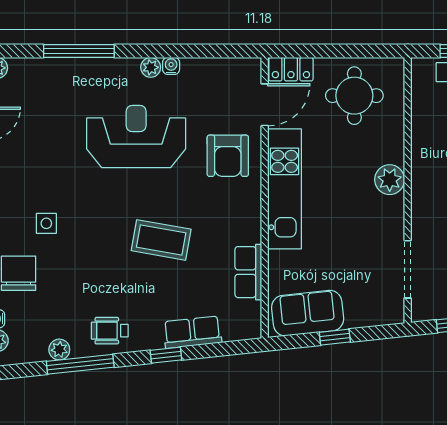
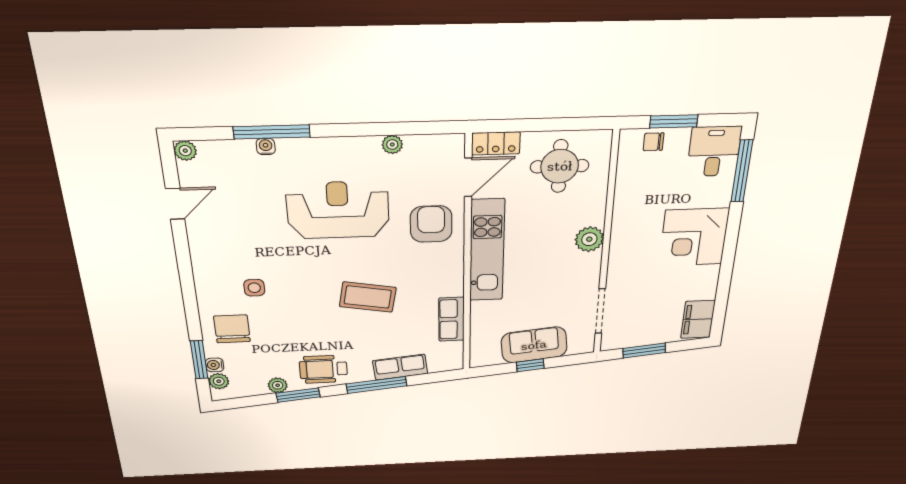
water cooler: (171, 66) -> (266, 146), moved
plant: (151, 67) -> (392, 145), moved
armchair: (228, 156) -> (431, 224), turned 180
sofa: (308, 313) -> (534, 345), moved
wheelchair: (110, 331) -> (323, 369), width x1.36, depth x1.37
window: (166, 355) -> (376, 385), width x2.17
window: (80, 364) -> (298, 395), width x0.69

